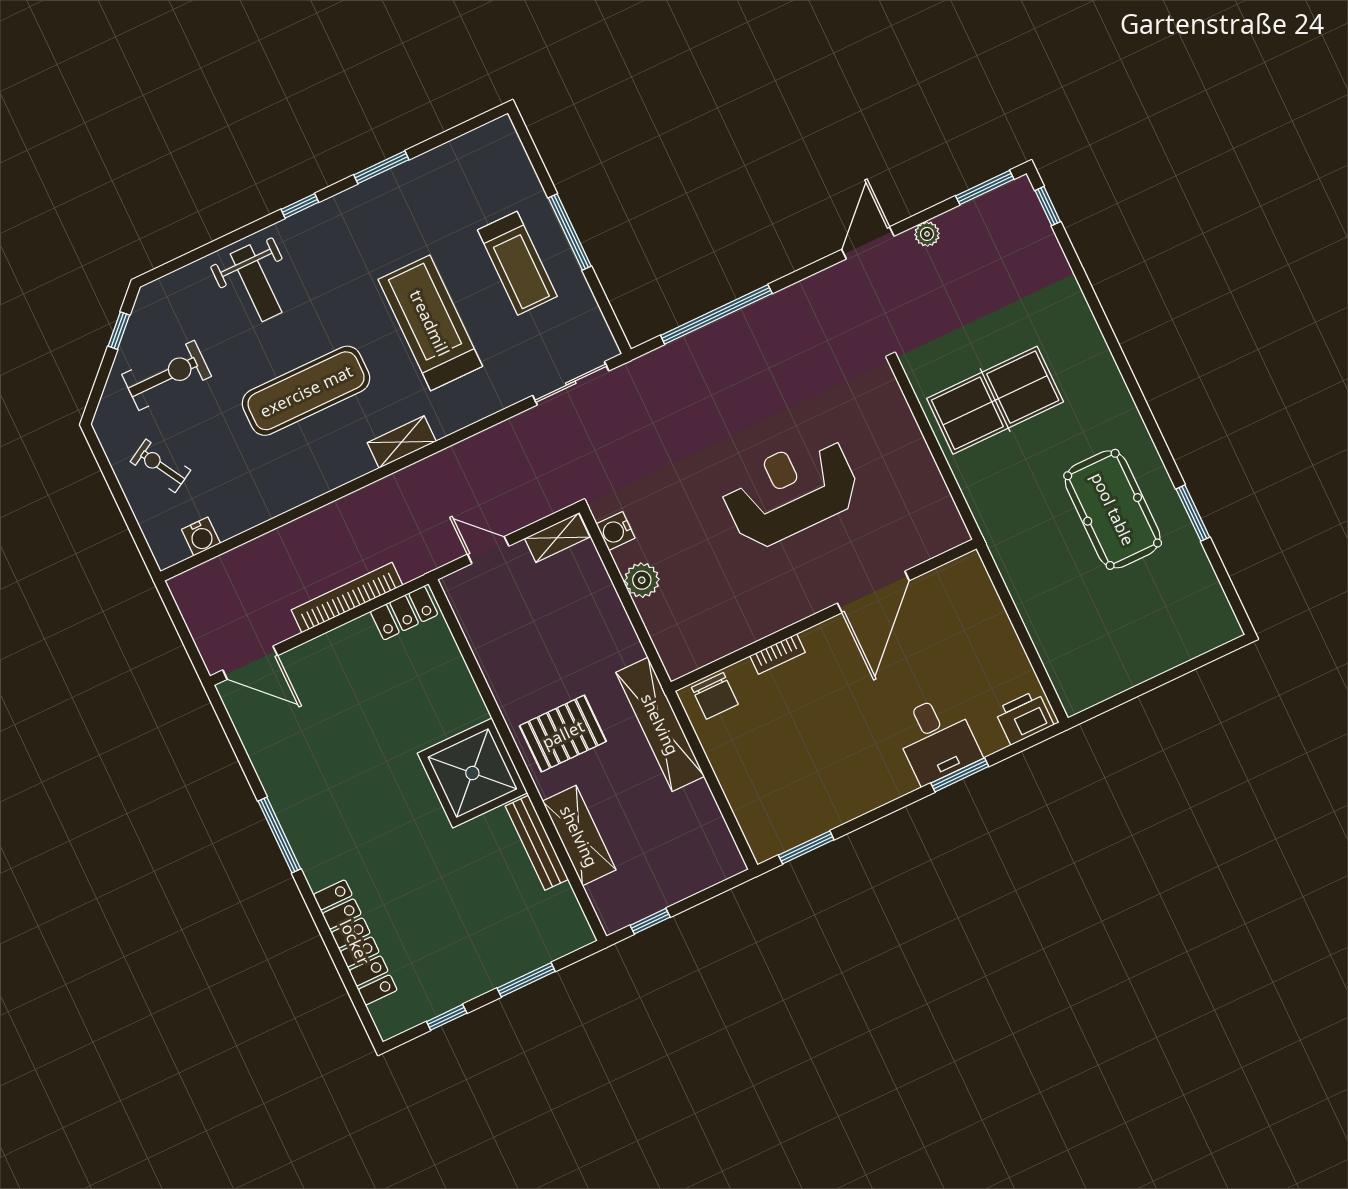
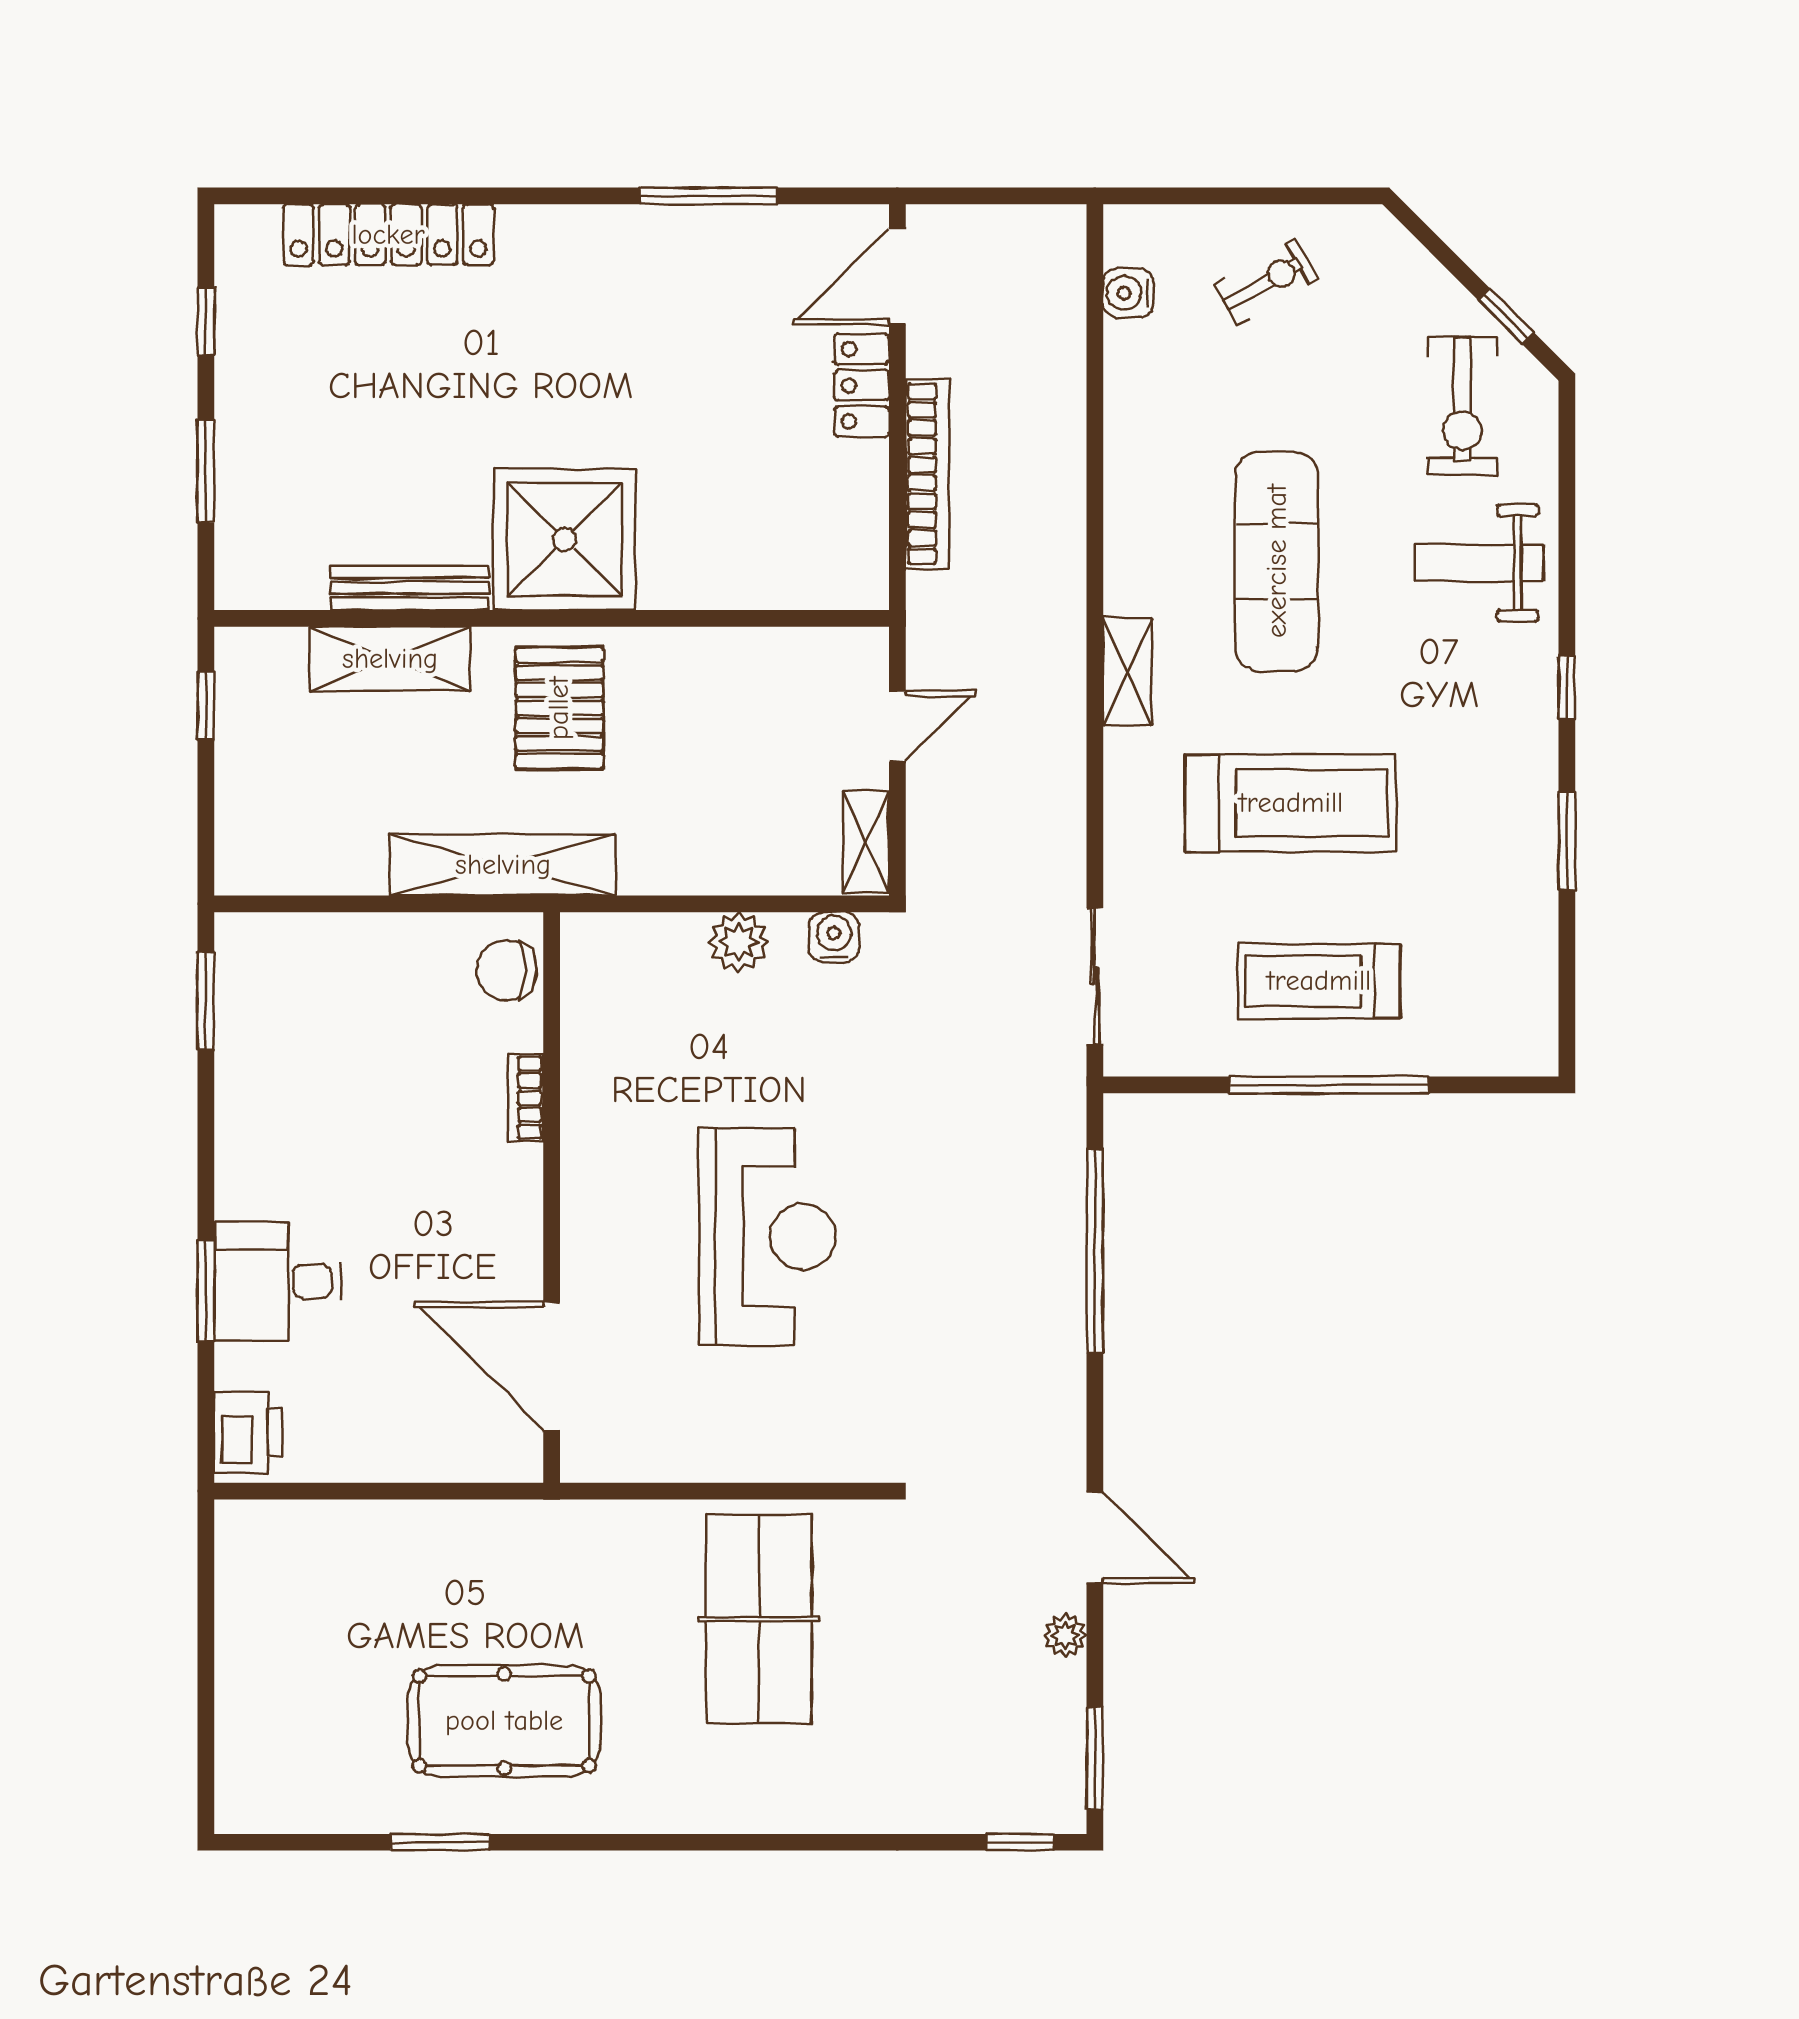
window: (570, 232) -> (1329, 1085), width x1.46
exercise bike: (167, 375) -> (1462, 406), moved
door: (873, 592) -> (552, 1366), moved
locker: (404, 613) -> (862, 385), moved
window: (279, 835) -> (708, 196), moved

